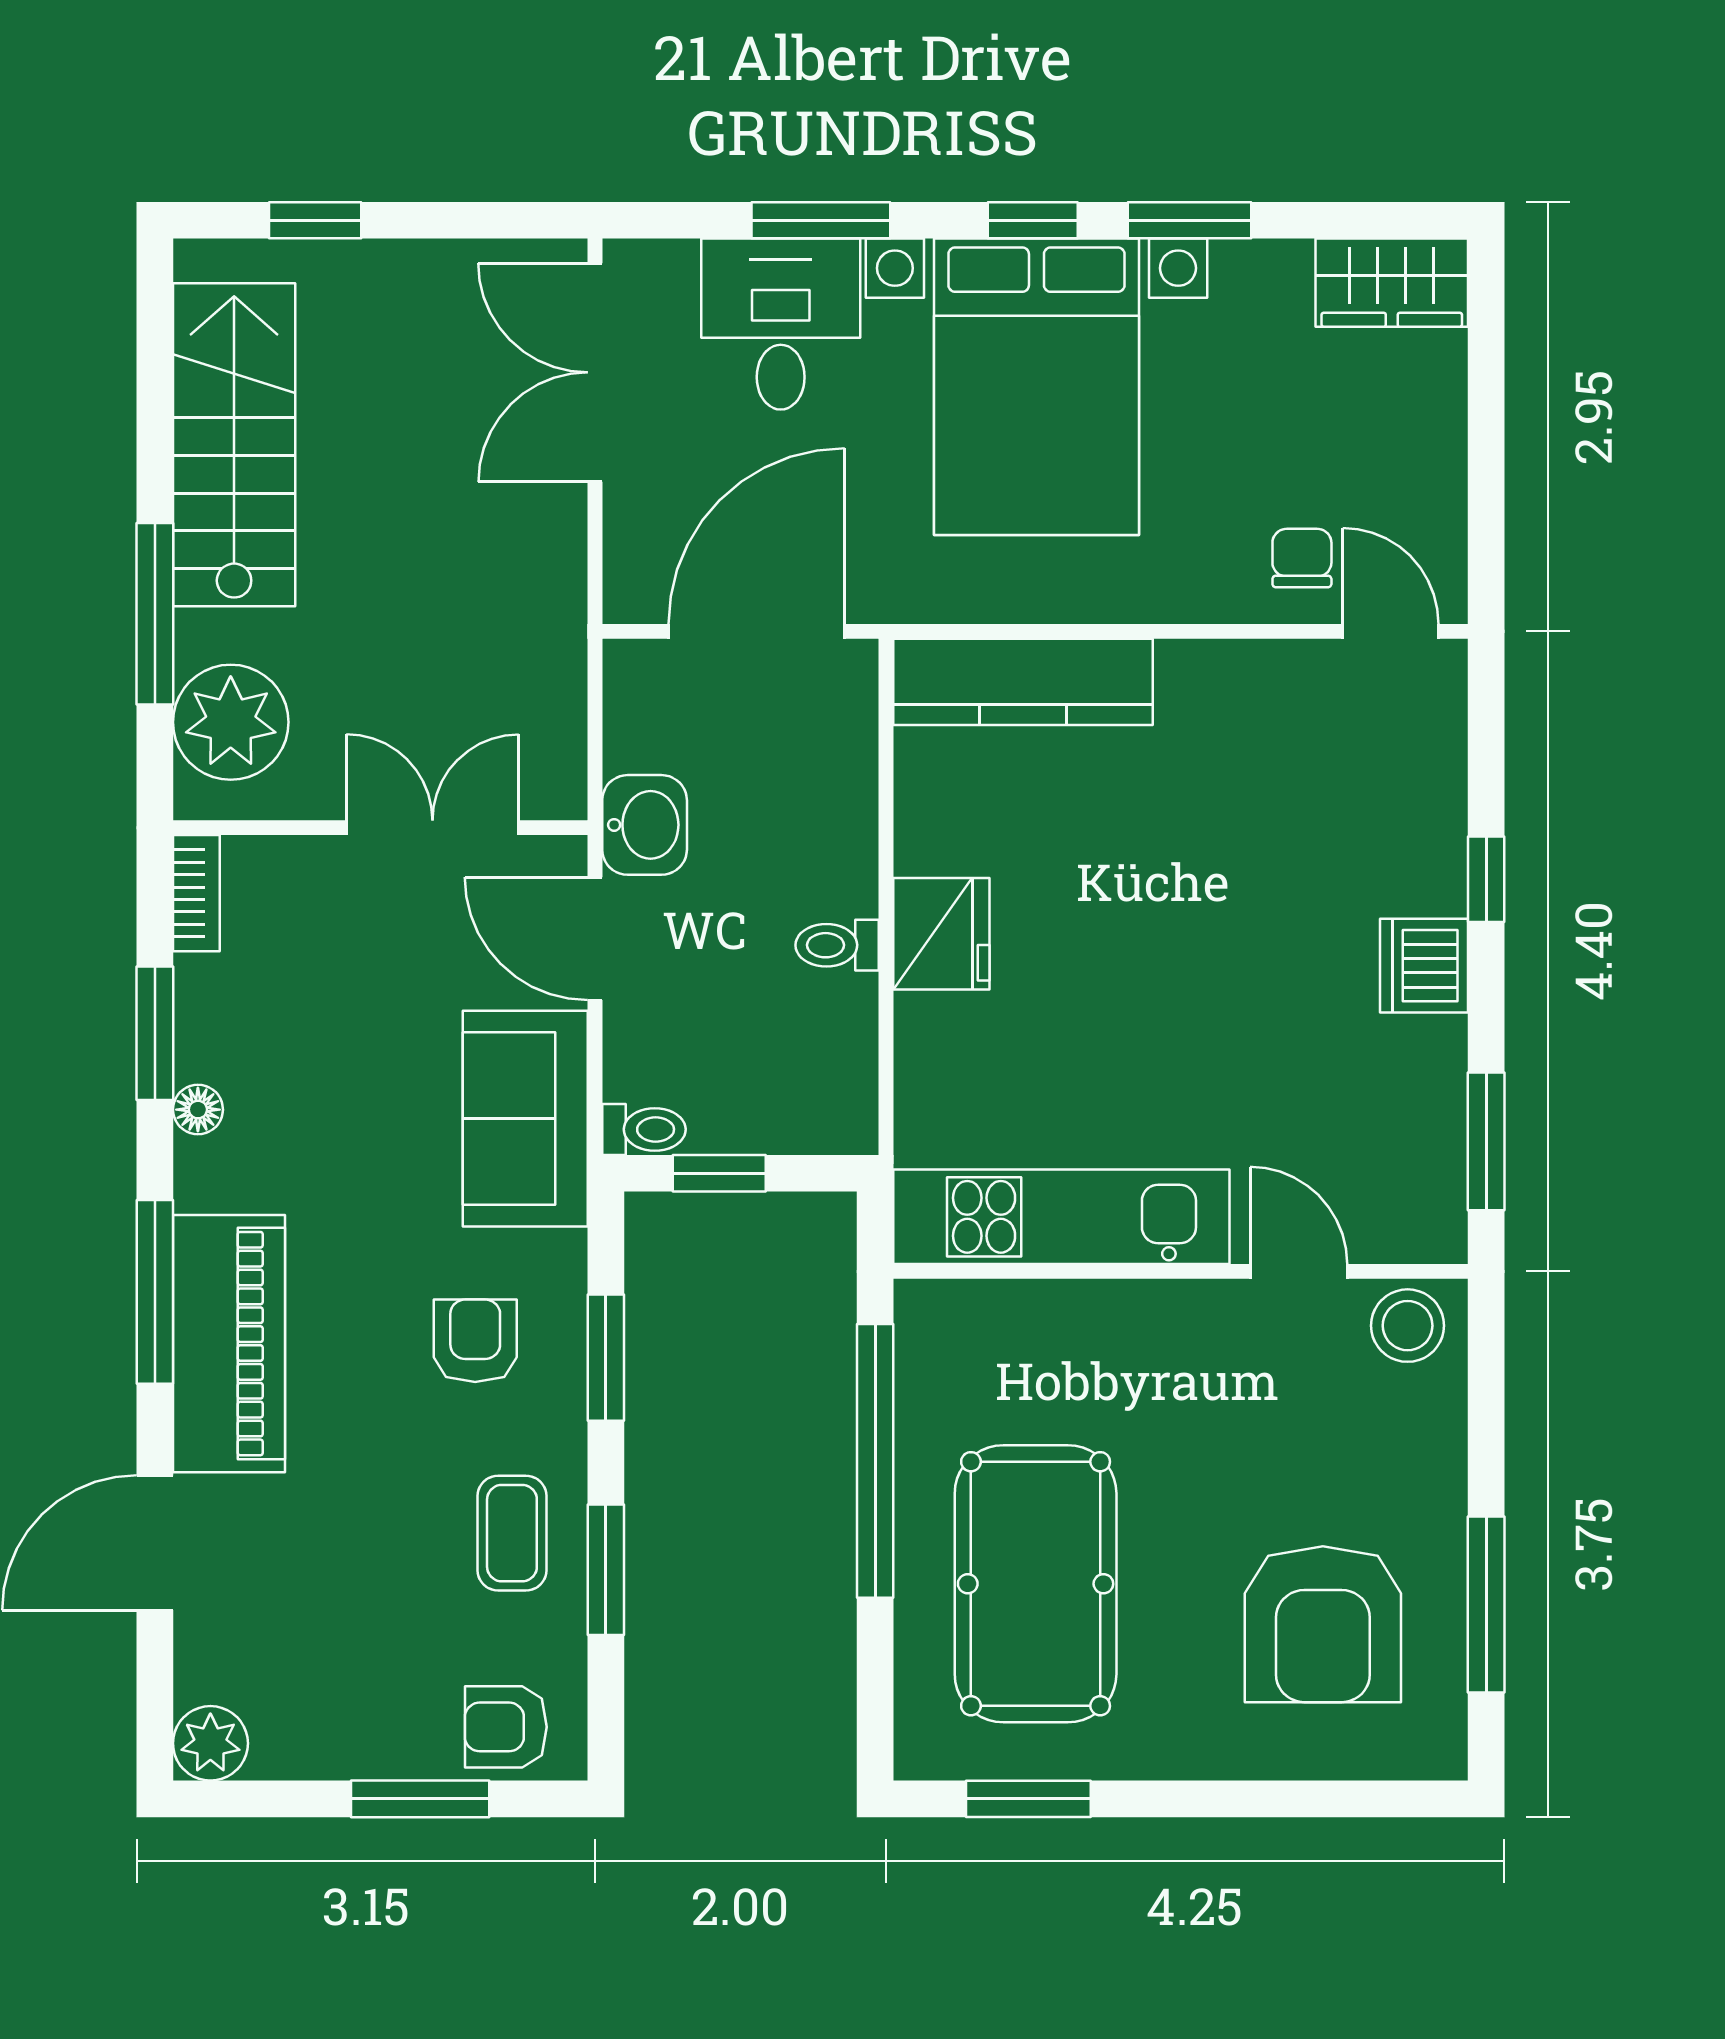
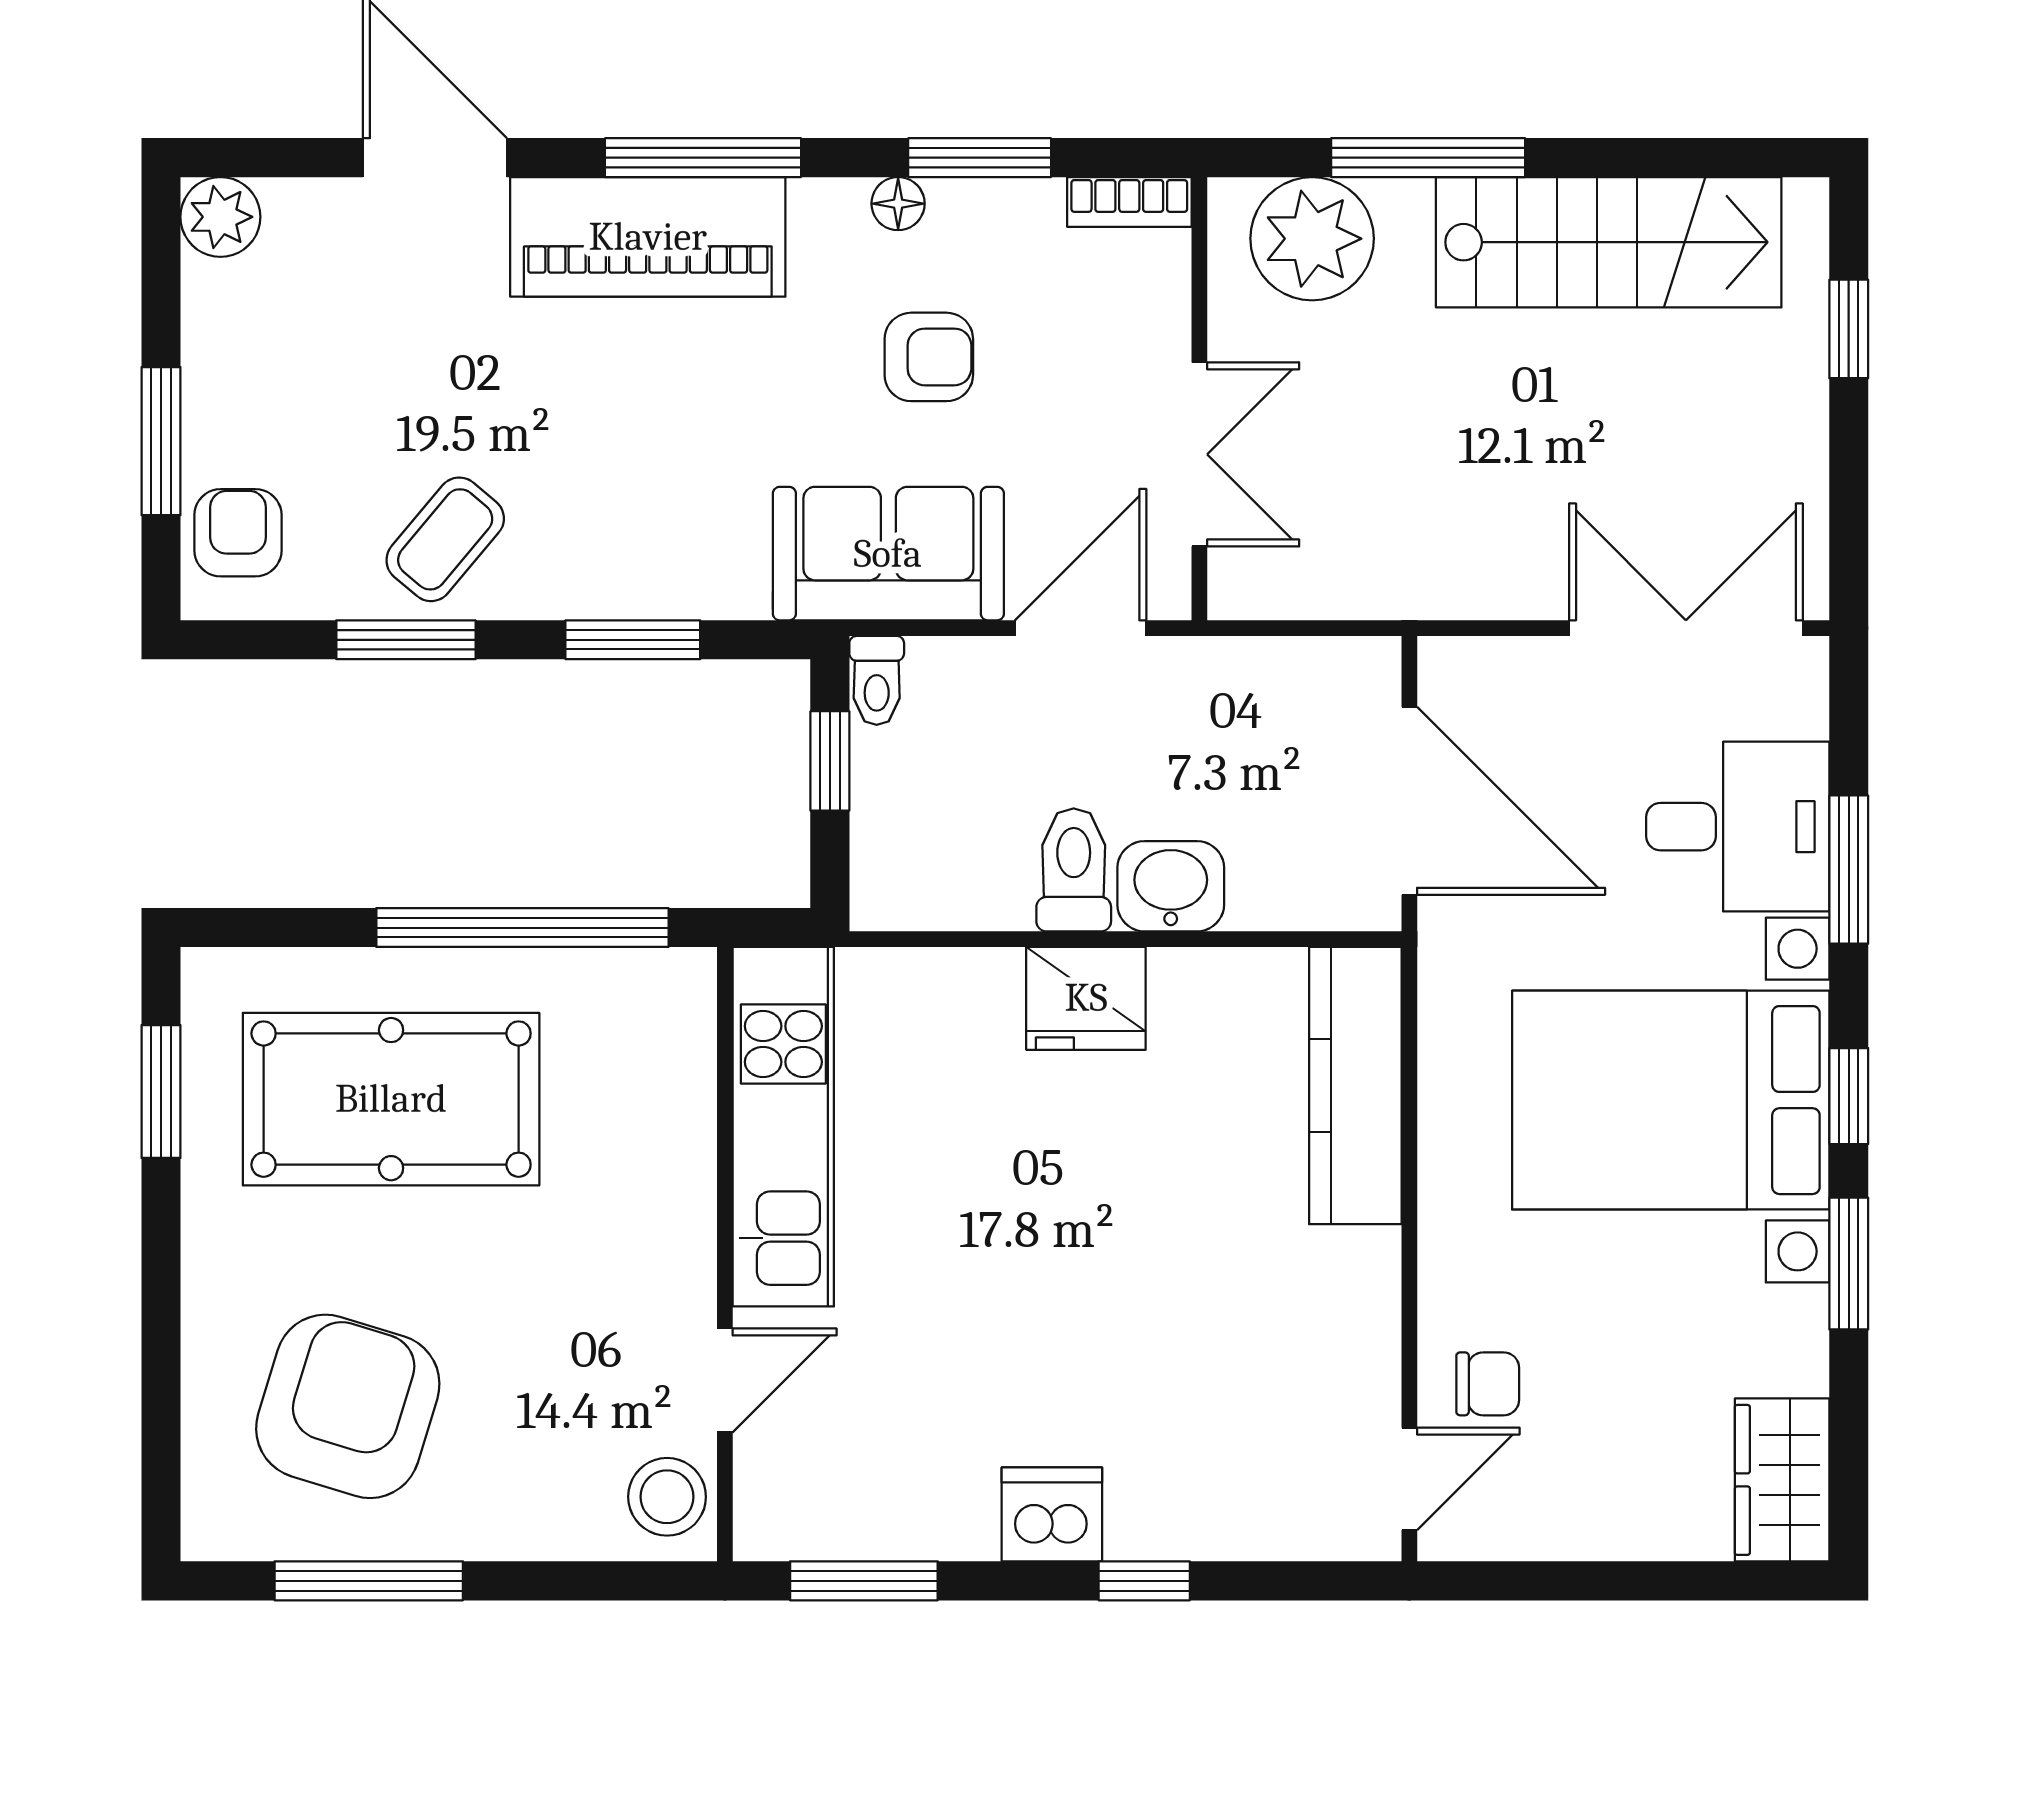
washbasin: (645, 825) -> (1171, 886), moved, turned 180
toilet: (837, 945) -> (1074, 870), width x1.37, depth x1.39
armchair: (475, 1341) -> (929, 357), moved
coffee table: (512, 1533) -> (445, 539), turned -50
armchair: (1323, 1624) -> (348, 1406), turned 107

